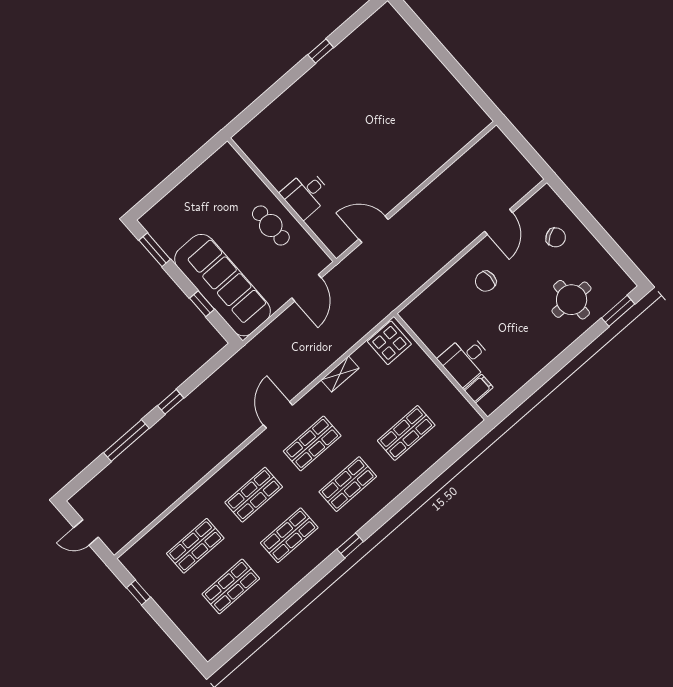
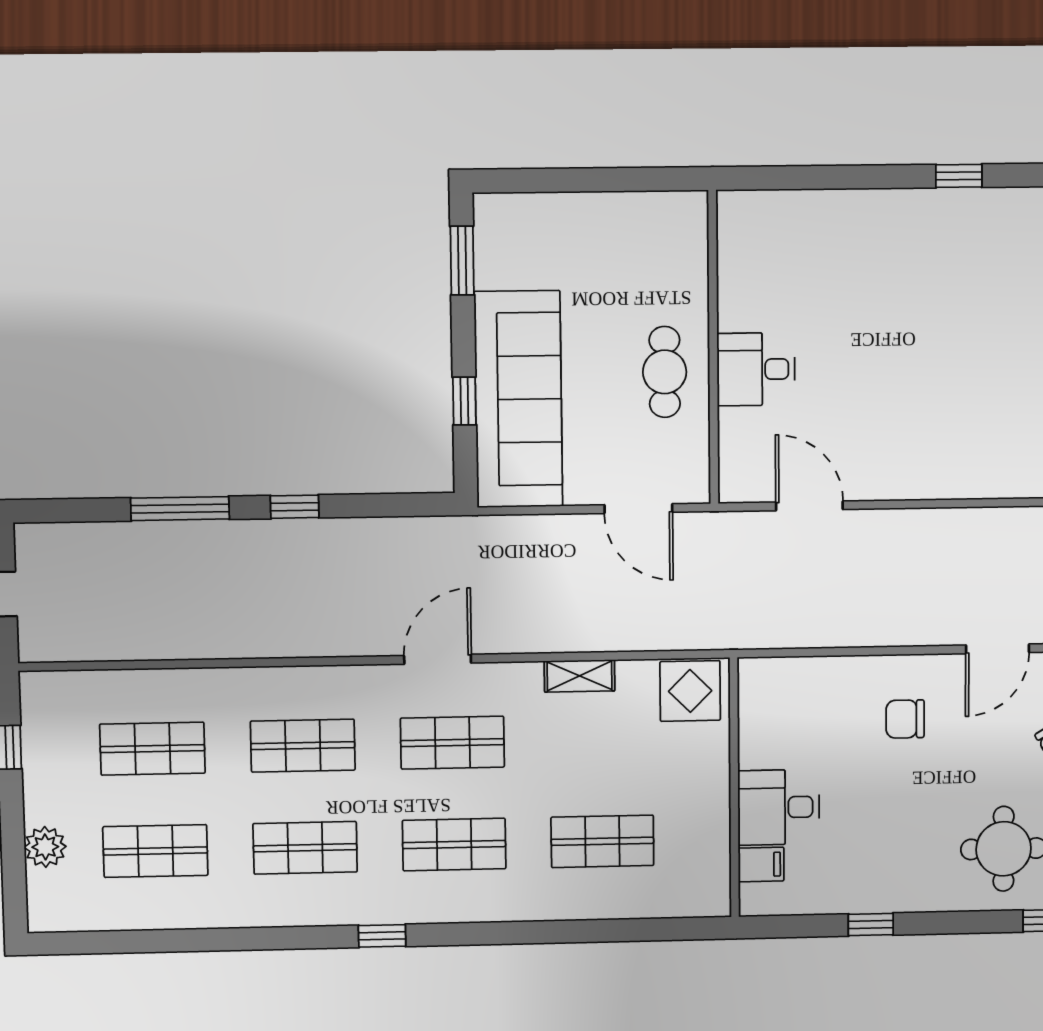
door: (307, 288) -> (638, 509), hinge flipped
window: (544, 376) -> (871, 925), added
plant: (186, 621) -> (45, 847), added

